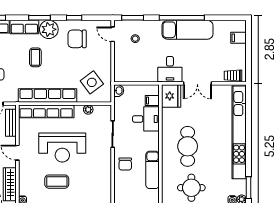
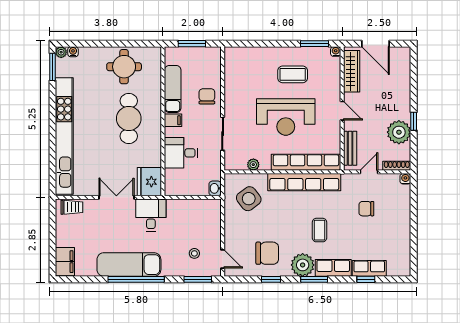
filing cabinet: (239, 38) -> (65, 262), width x2.00
filing cabinet: (152, 101) -> (173, 120), moved
reception desk: (62, 148) -> (286, 117), turned 180

